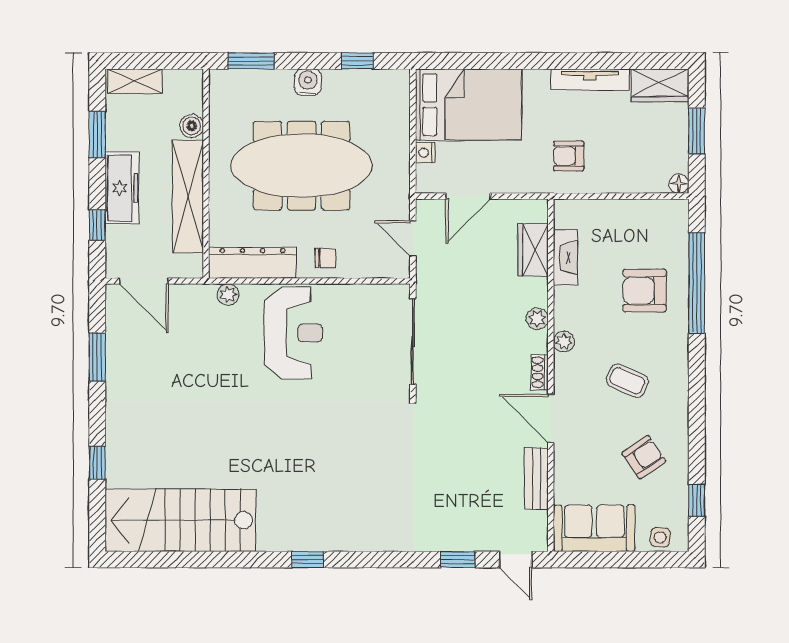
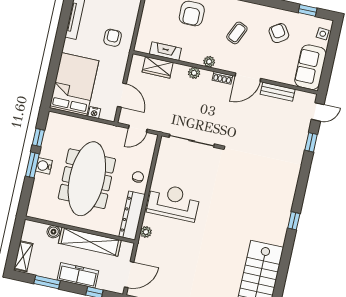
window: (251, 61) -> (32, 165), moved
armchair: (569, 156) -> (113, 38), turned 180

